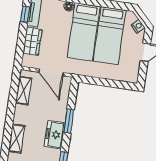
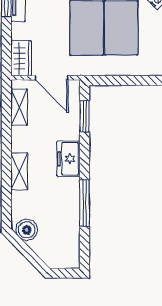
wardrobe: (32, 41) -> (21, 58), moved
window: (69, 121) -> (84, 116), moved

